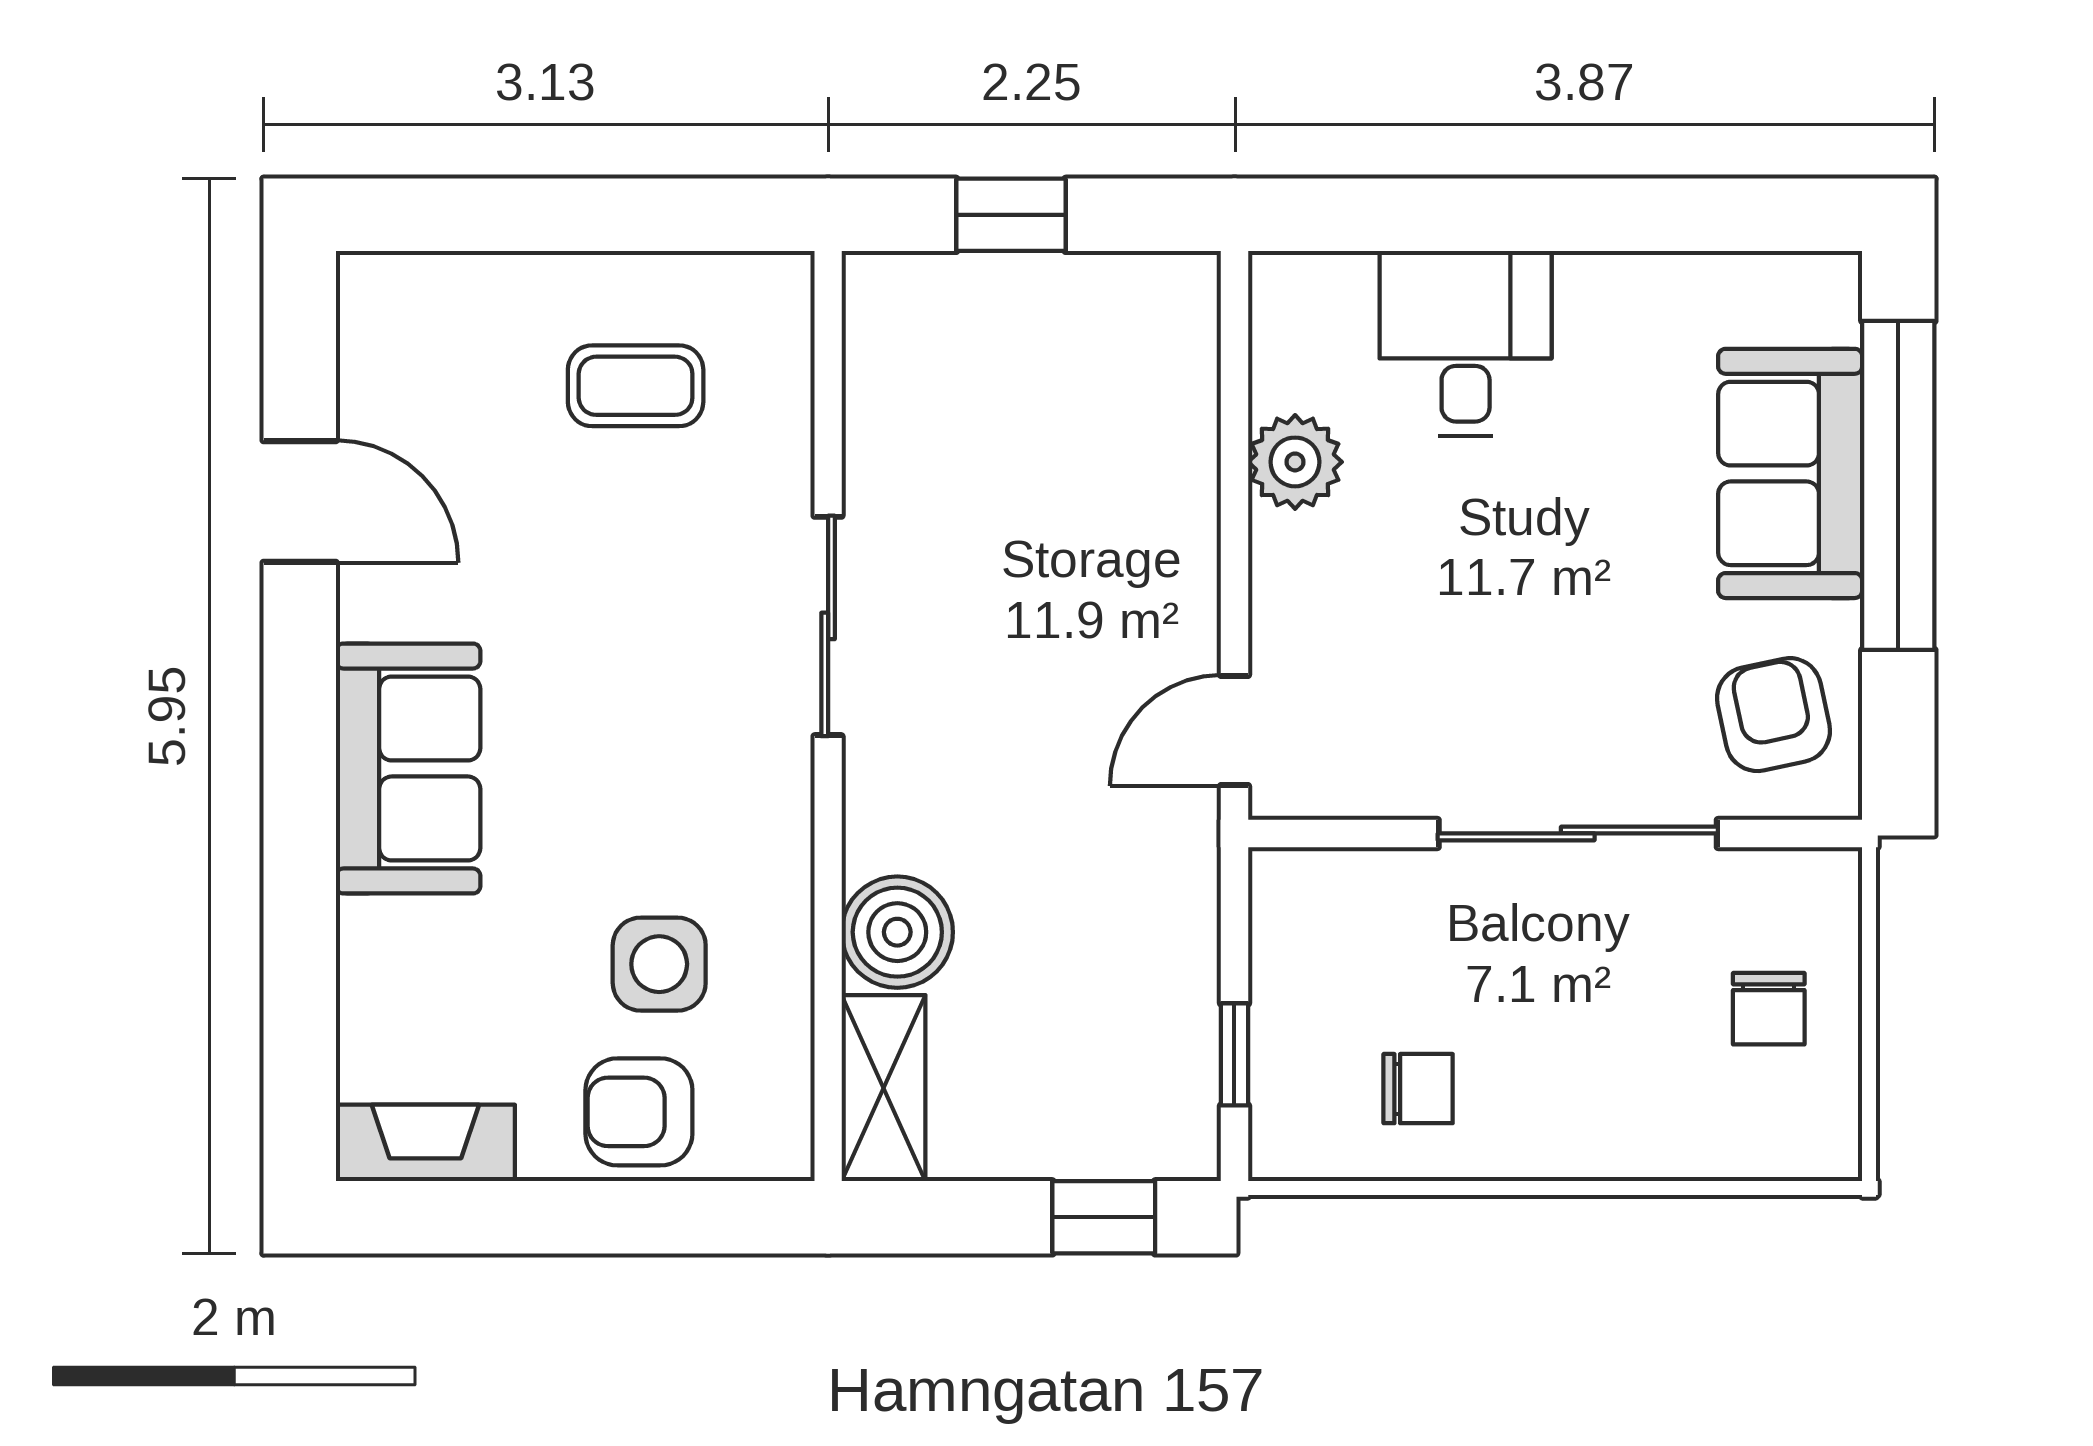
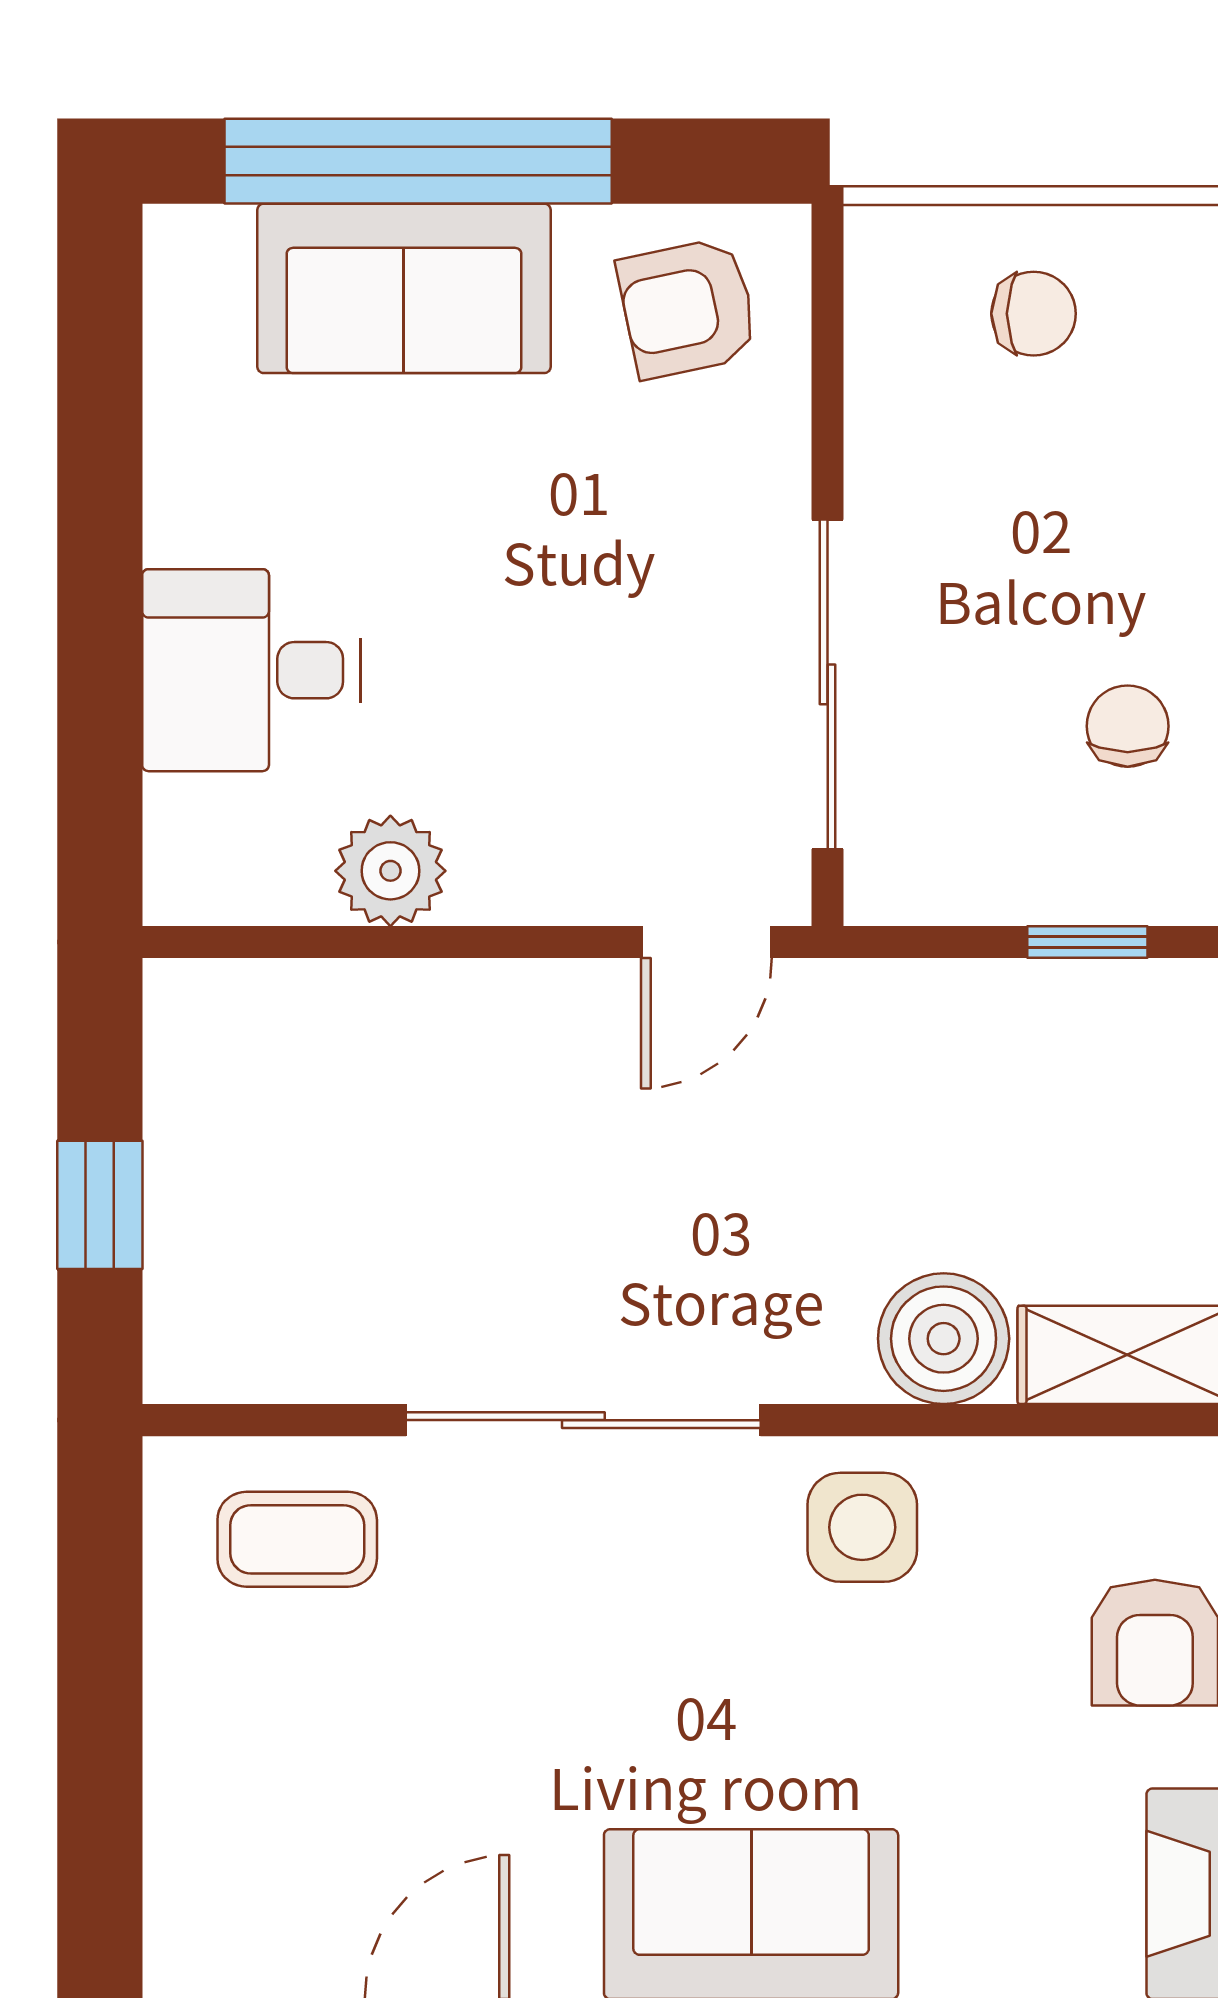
coffee table: (636, 386) -> (297, 1539), moved, turned 90
sliding door: (828, 626) -> (583, 1420), width x1.37
door: (1234, 731) -> (706, 942), hinge flipped
sliding door: (1578, 833) -> (828, 684), moved
side table: (659, 964) -> (862, 1527), moved

